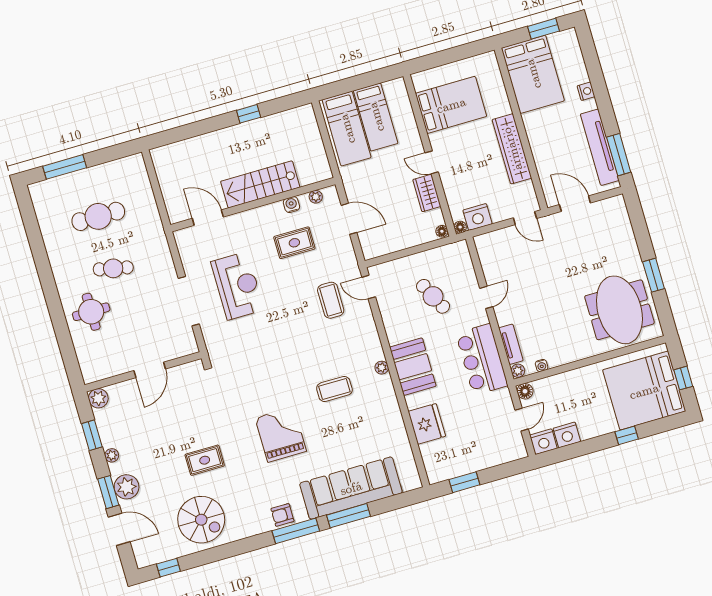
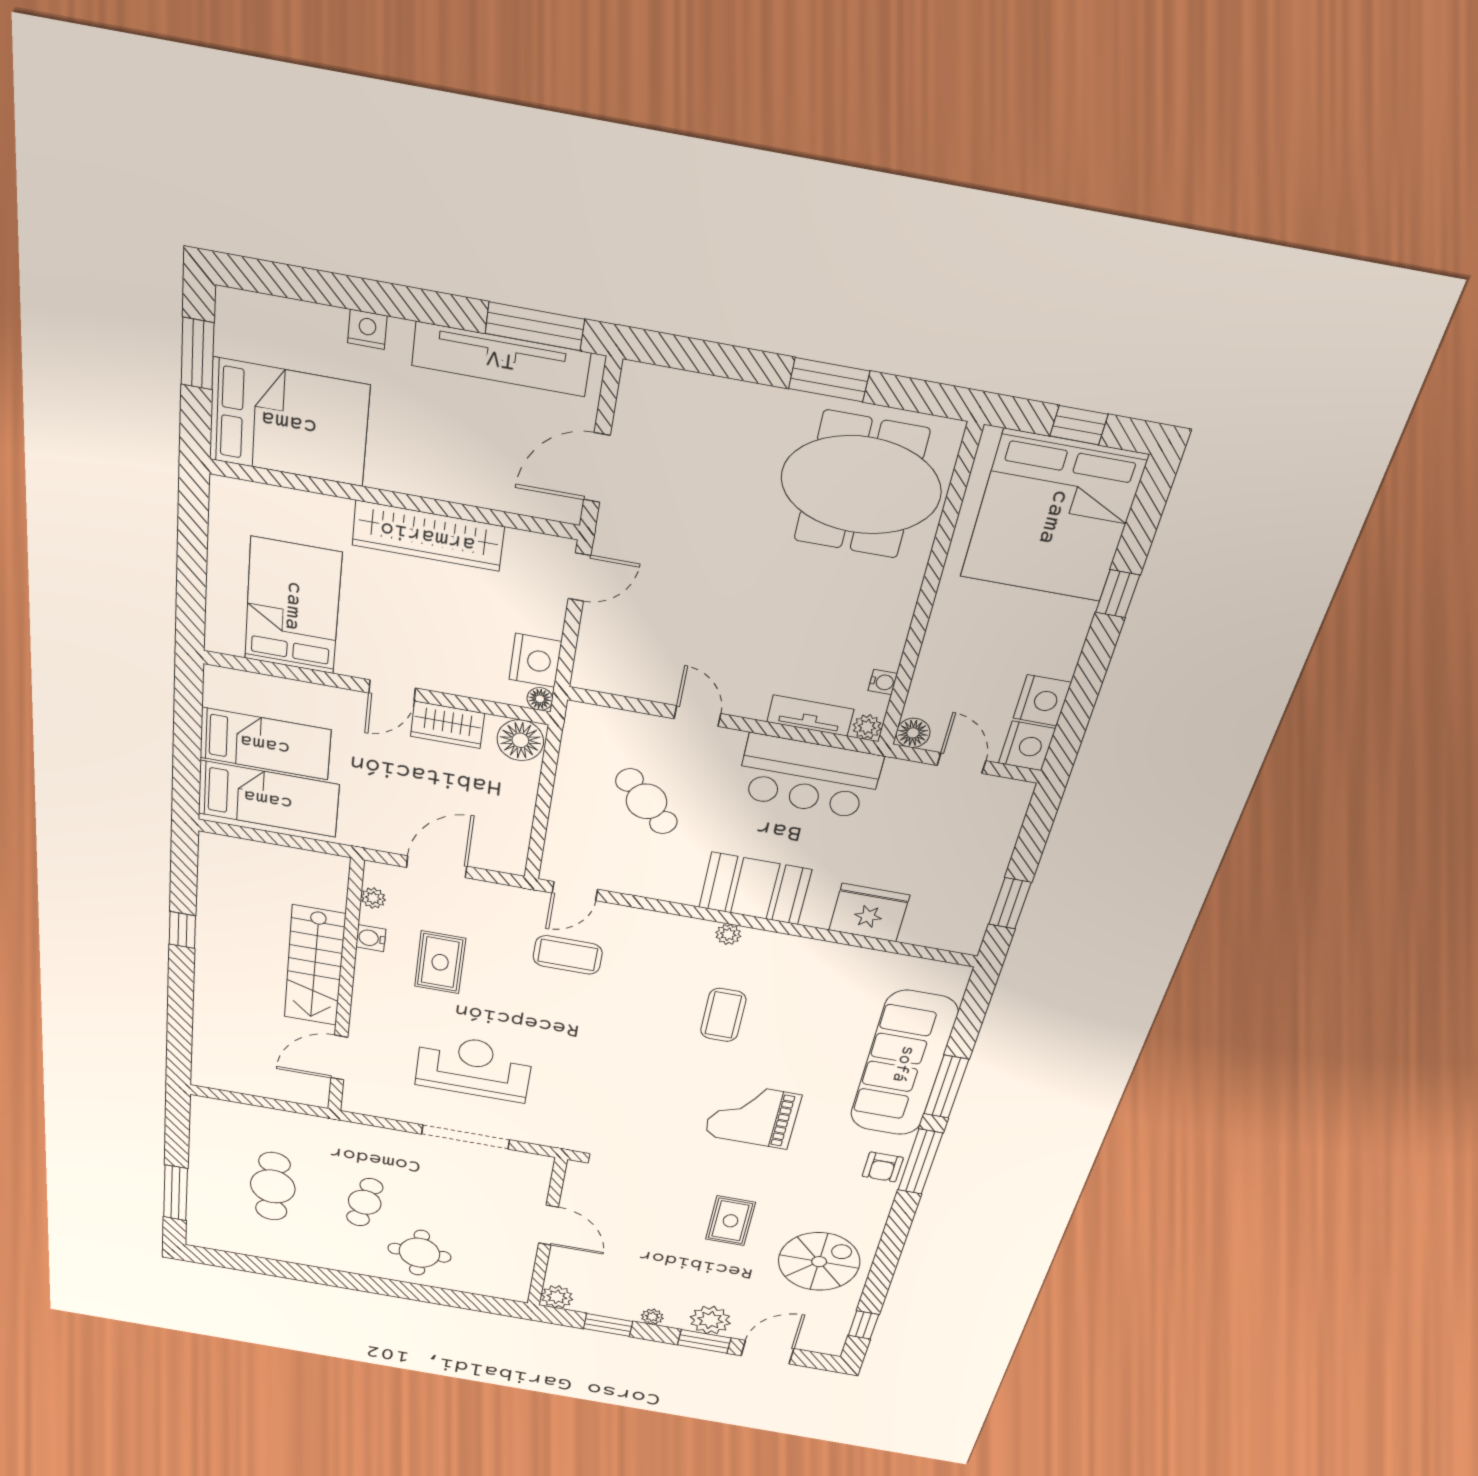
floor lamp: (442, 231) -> (520, 740), width x1.89, depth x1.89
cafe table: (433, 296) -> (647, 801), turned 72

